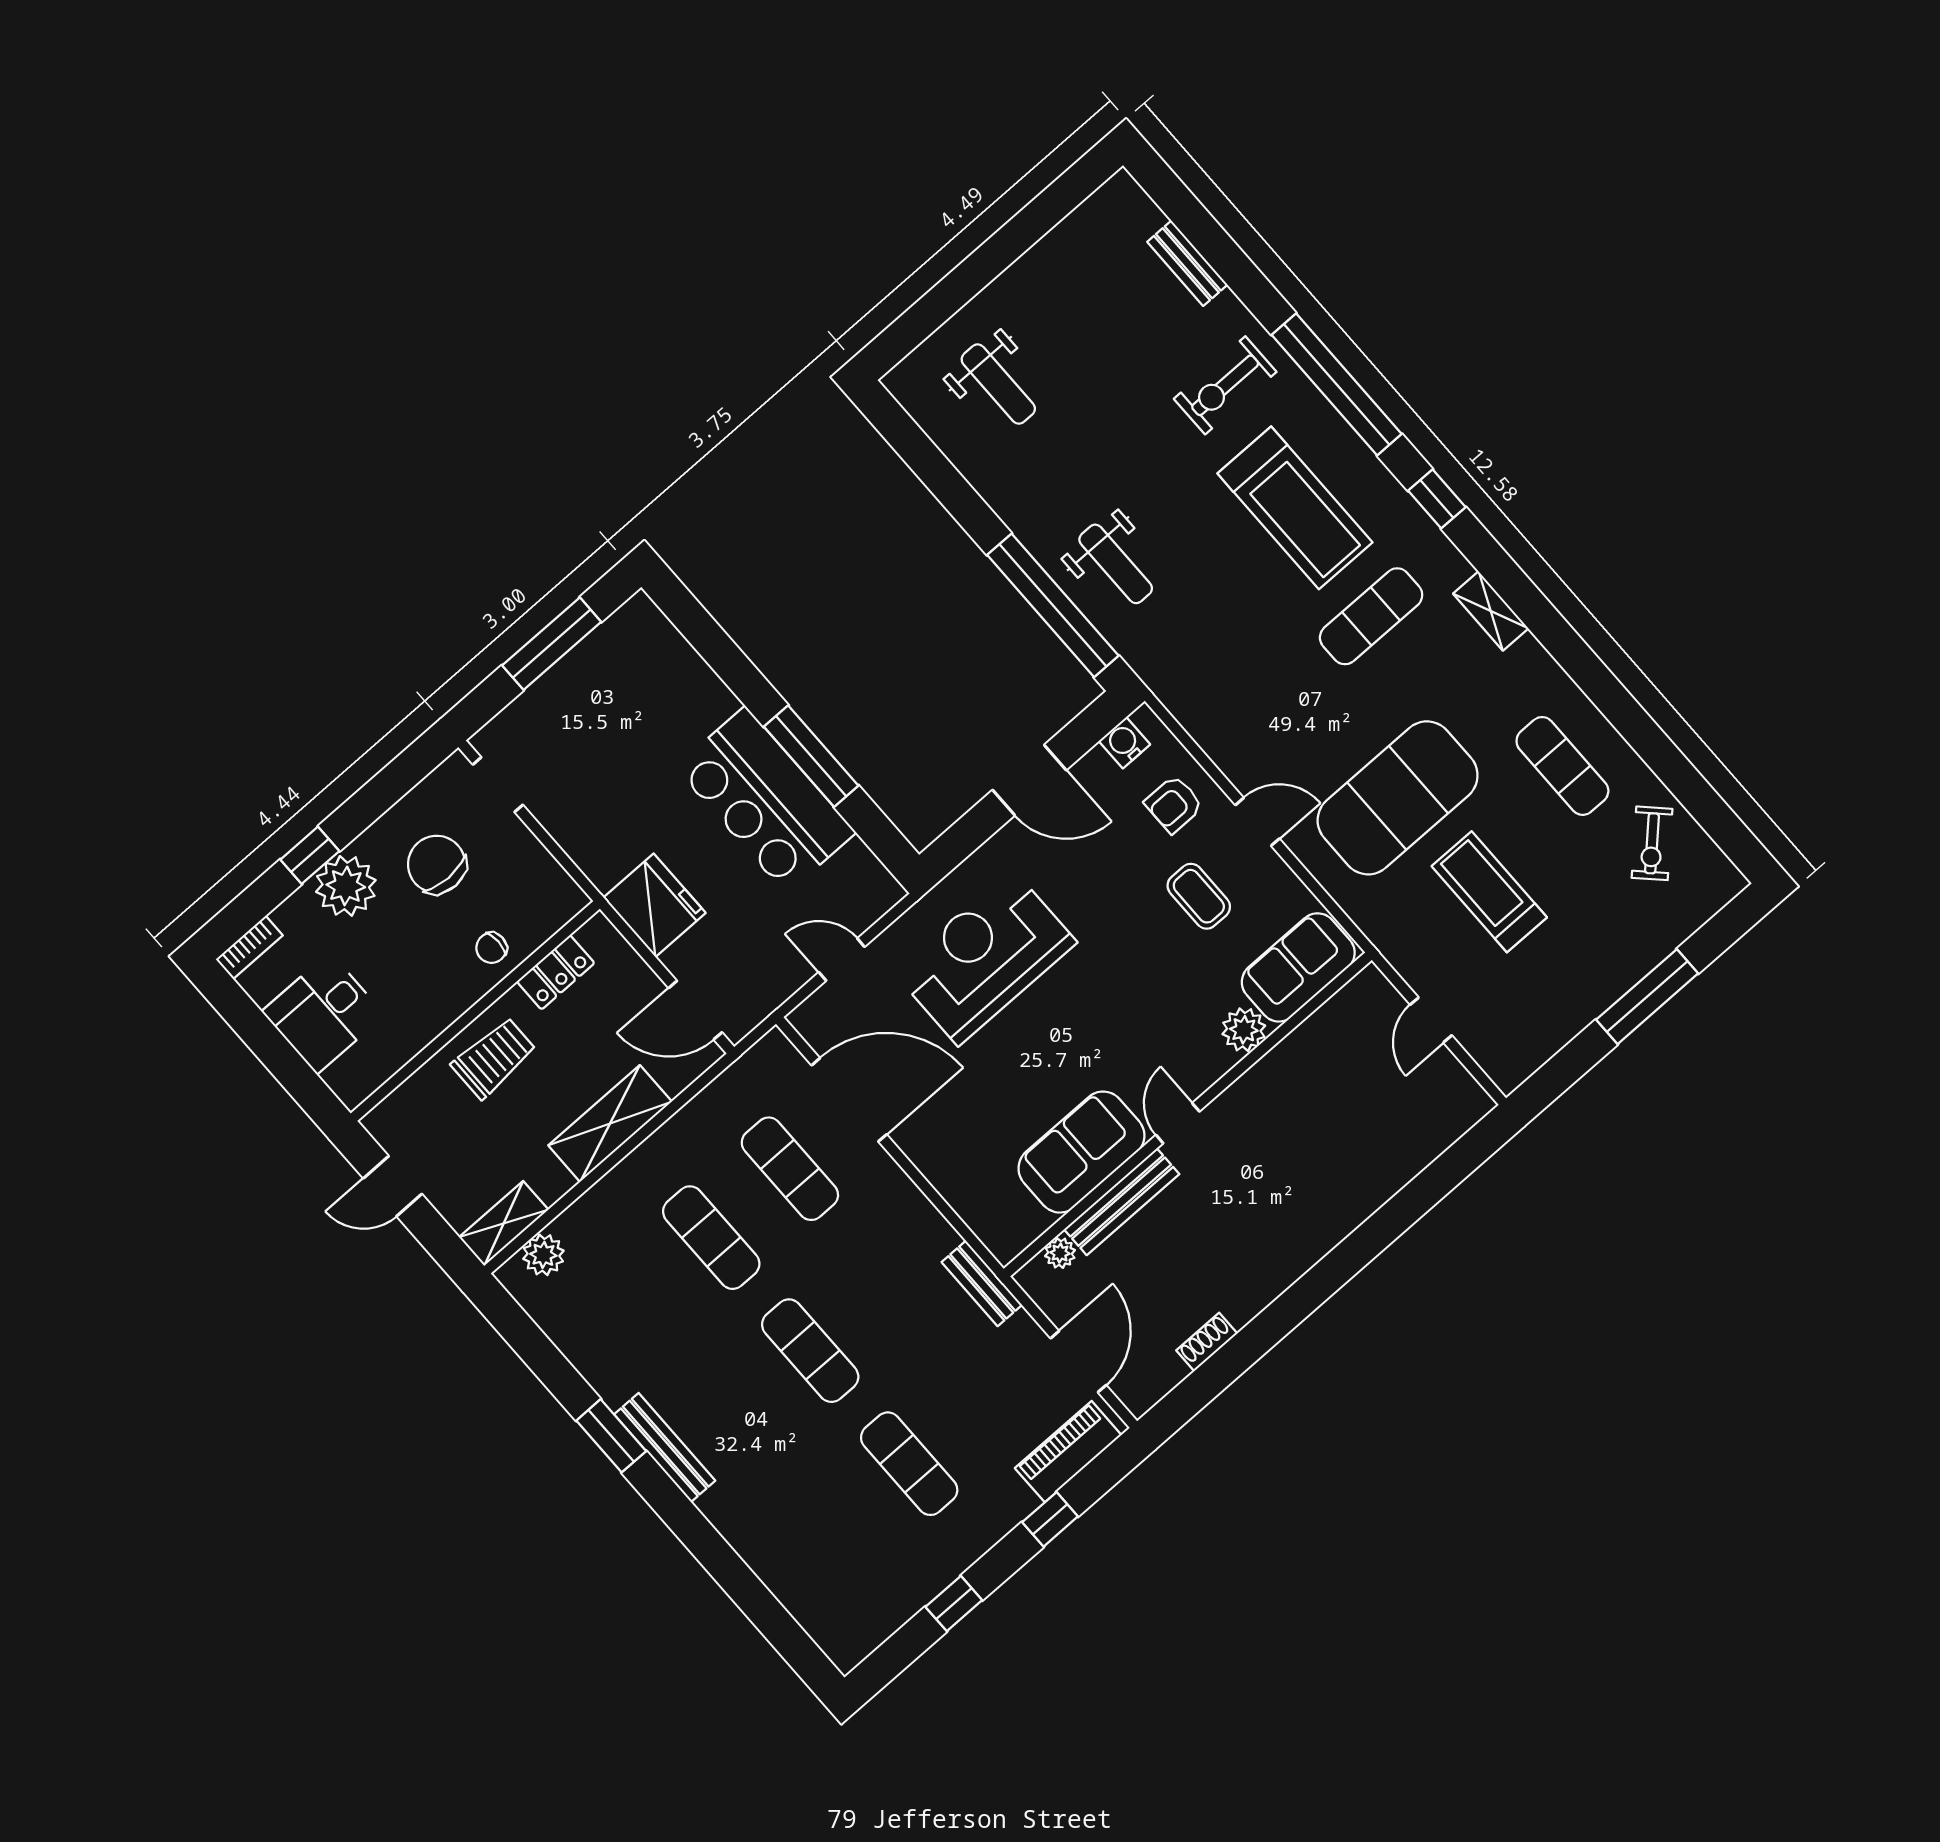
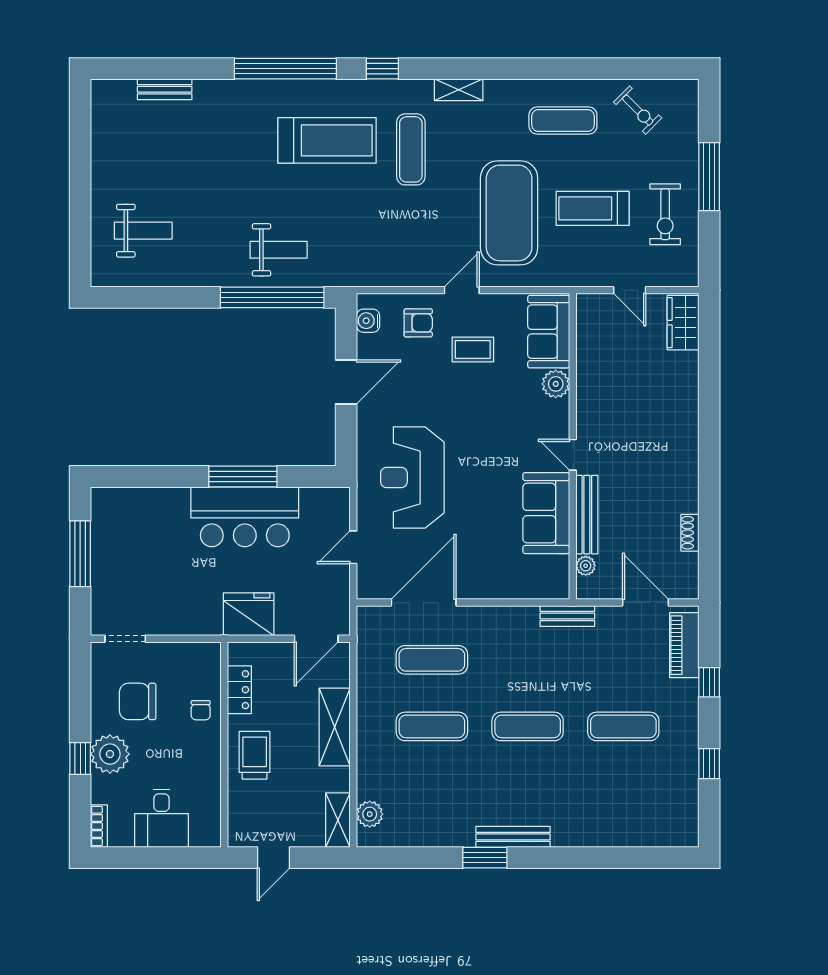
exercise bike: (1225, 385) -> (665, 214), moved
armchair: (1174, 804) -> (418, 323), turned -90
wardrobe: (1448, 1117) -> (683, 323), added

